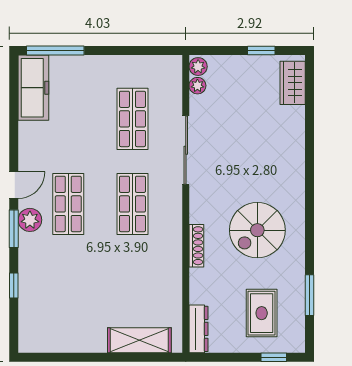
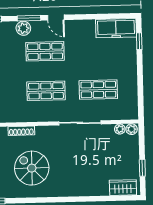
window: (55, 51) -> (139, 41), width x0.46
plant: (30, 220) -> (23, 28), moved

